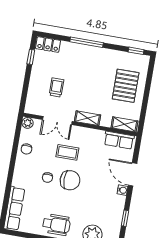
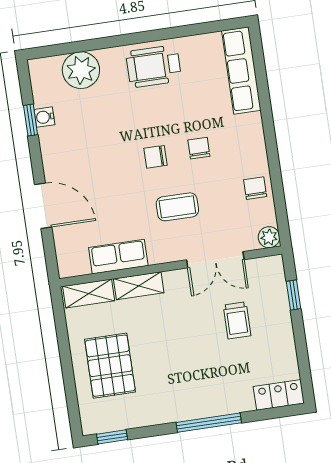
window: (31, 57) -> (293, 295), moved
shelving: (88, 118) -> (139, 286), moved
double door: (57, 121) -> (215, 260), swing flipped
row of seats: (119, 140) -> (118, 257), moved
chair: (70, 180) -> (155, 157), width x0.54, depth x0.54
water cooler: (122, 190) -> (44, 117), moved

